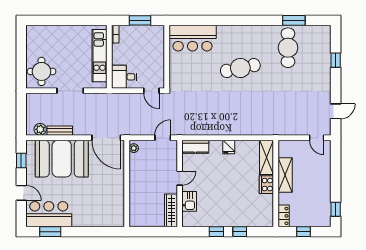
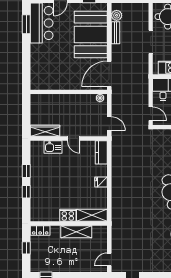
door: (151, 91) -> (151, 114), swing flipped

